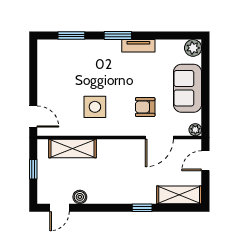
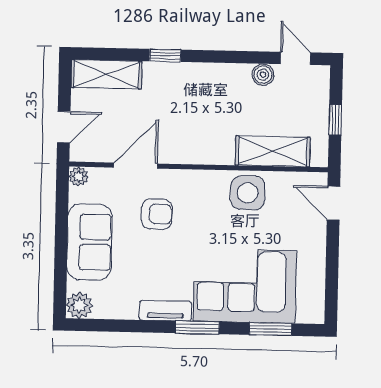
corner sofa: (88, 63) -> (245, 286), added
side table: (95, 107) -> (248, 193), moved
door: (59, 208) -> (295, 58), hinge flipped

